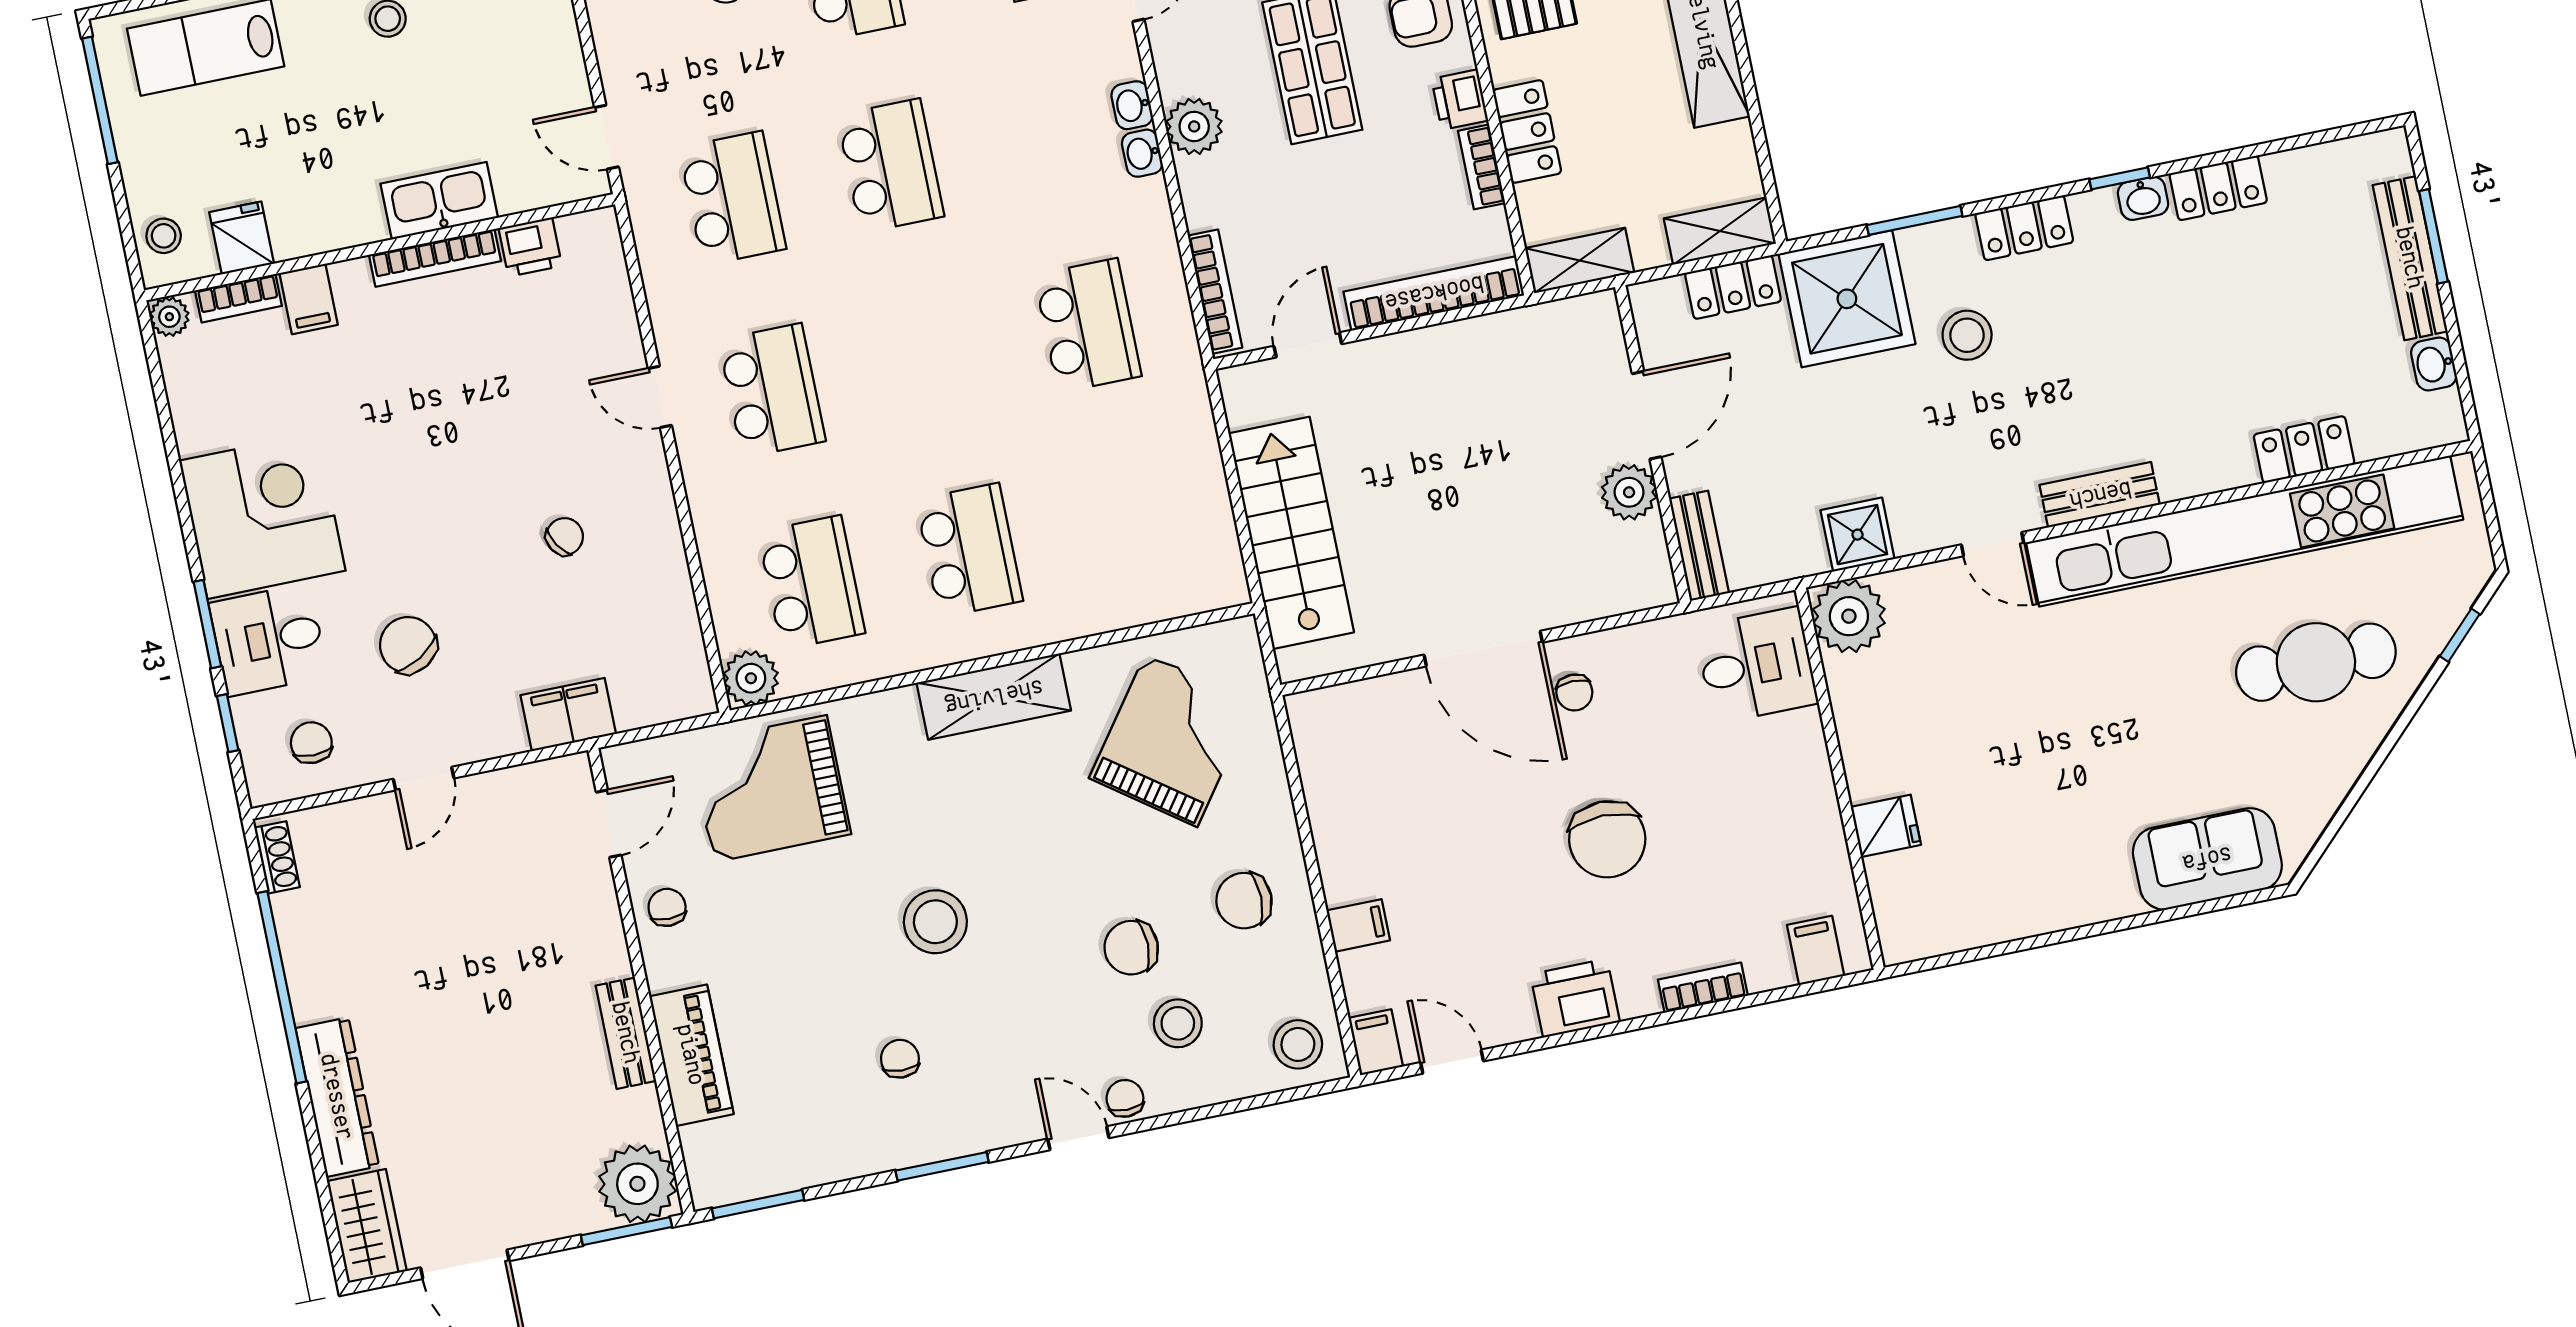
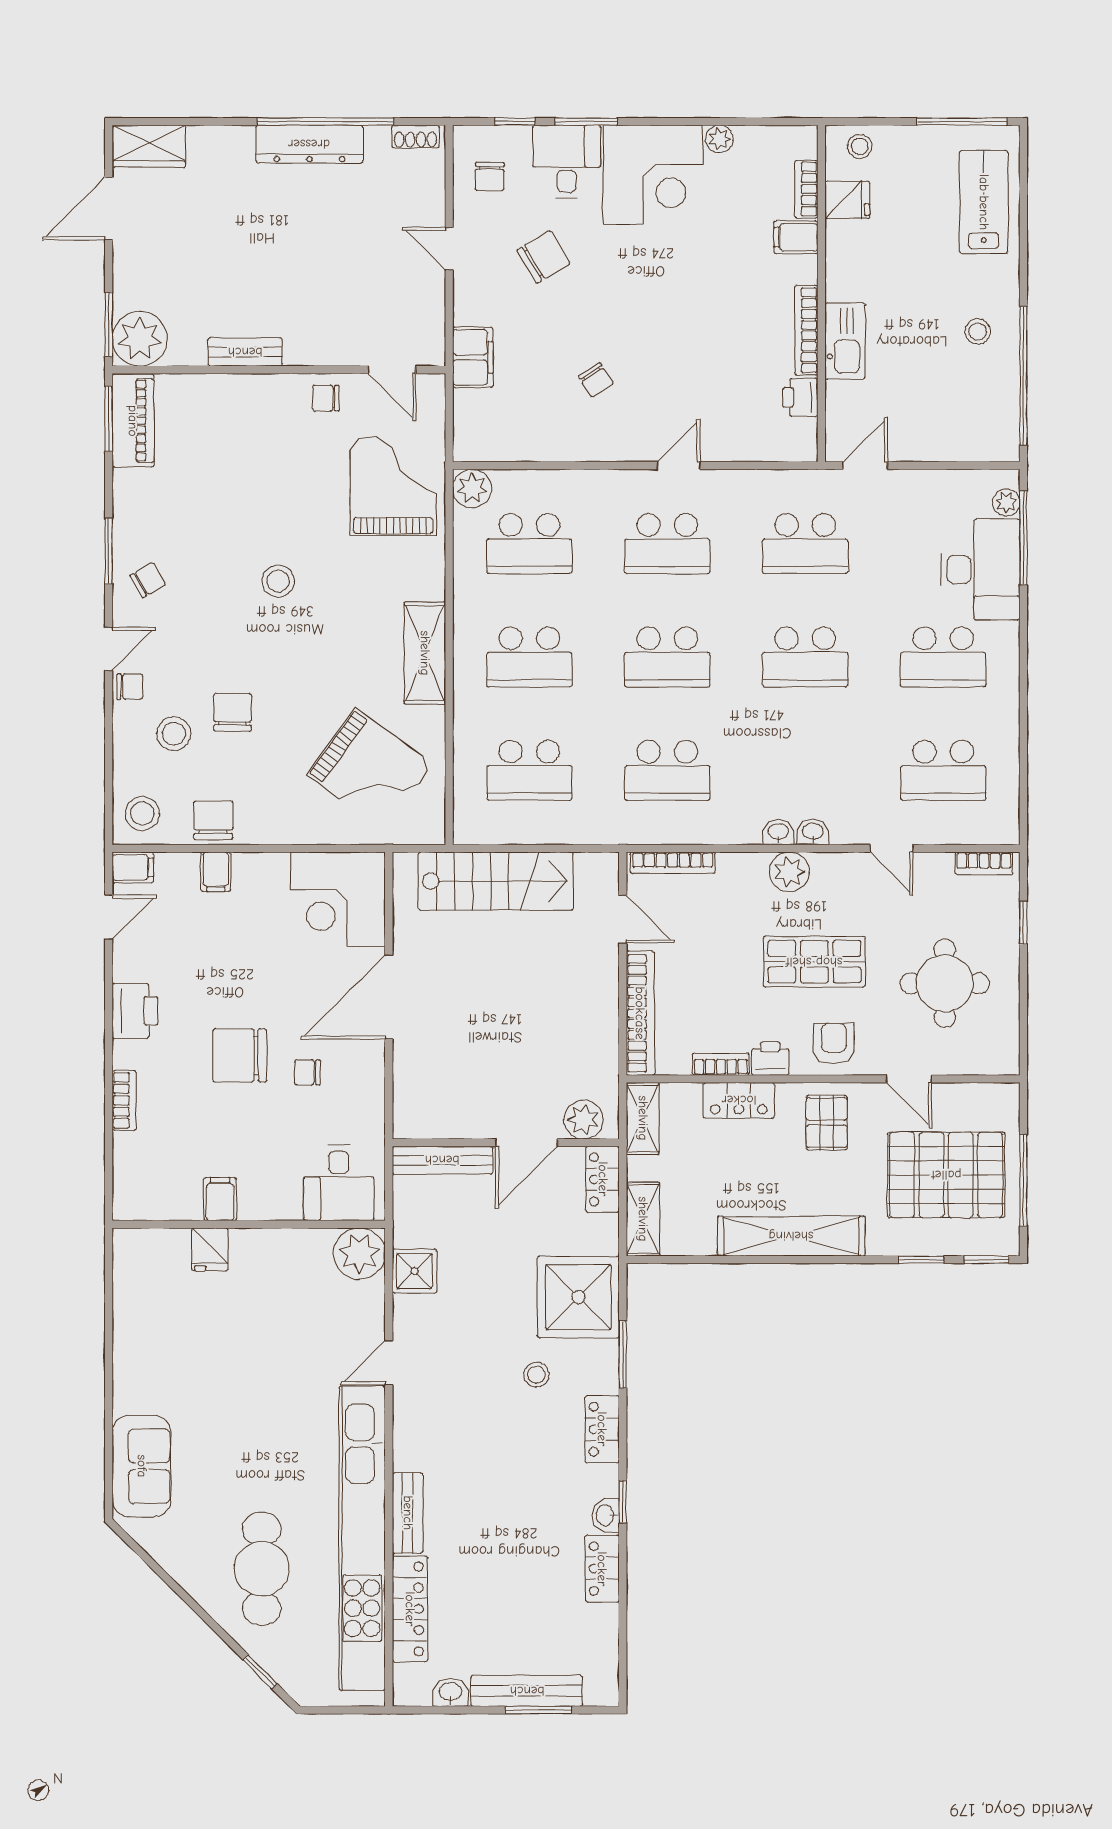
locker: (1733, 287) -> (603, 1179), moved
plant: (169, 317) -> (719, 139), moved
stool: (1967, 335) -> (536, 1375), width x0.73, depth x0.73
school desk: (930, 358) -> (667, 657), added
door: (1647, 415) -> (526, 1143), hinge flipped
locker: (2304, 450) -> (410, 1609), width x1.53
plant: (1629, 492) -> (583, 1120), moved
bench: (2100, 495) -> (408, 1513), moved
school desk: (1127, 518) -> (529, 770), added
bench: (1699, 546) -> (442, 1160), width x1.36
chair: (1574, 692) -> (307, 1072), moved
chair: (311, 743) -> (490, 176), turned 91
corner desk: (1362, 747) -> (338, 899), added
chair: (1244, 901) -> (213, 820), moved
chair: (667, 907) -> (326, 398), turned 180
stool: (935, 922) -> (278, 581), width x0.73, depth x0.73
filing cabinet: (1816, 950) -> (220, 1199), moved, turned -90
piano: (691, 1055) -> (133, 421), moved, turned -90
chair: (900, 1059) -> (148, 580), moved, turned -32
dresser: (337, 1097) -> (309, 144), moved

